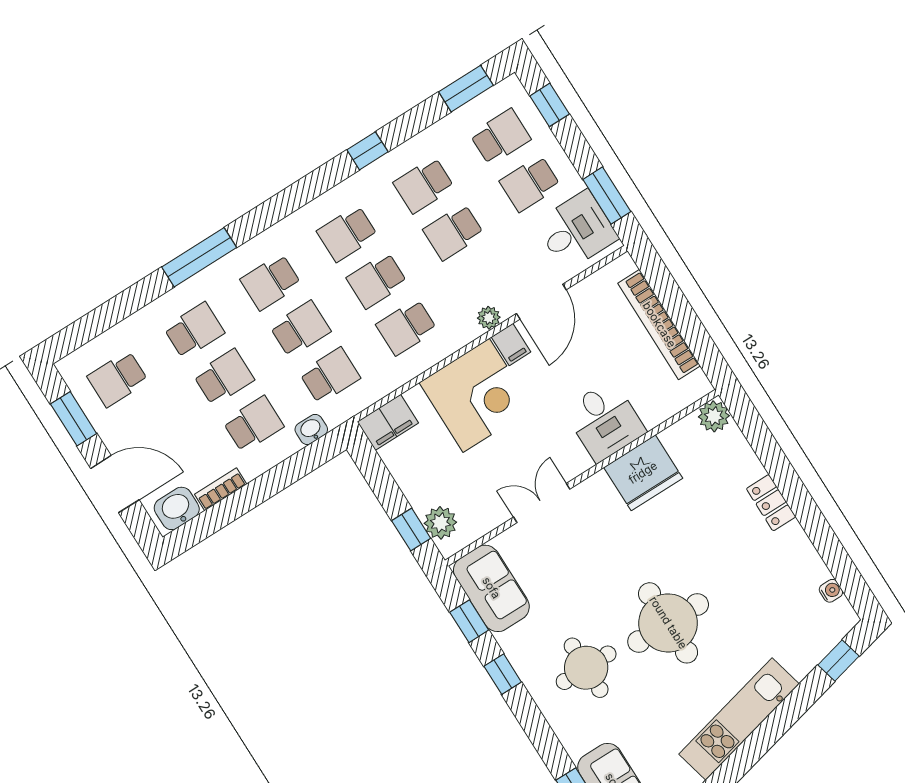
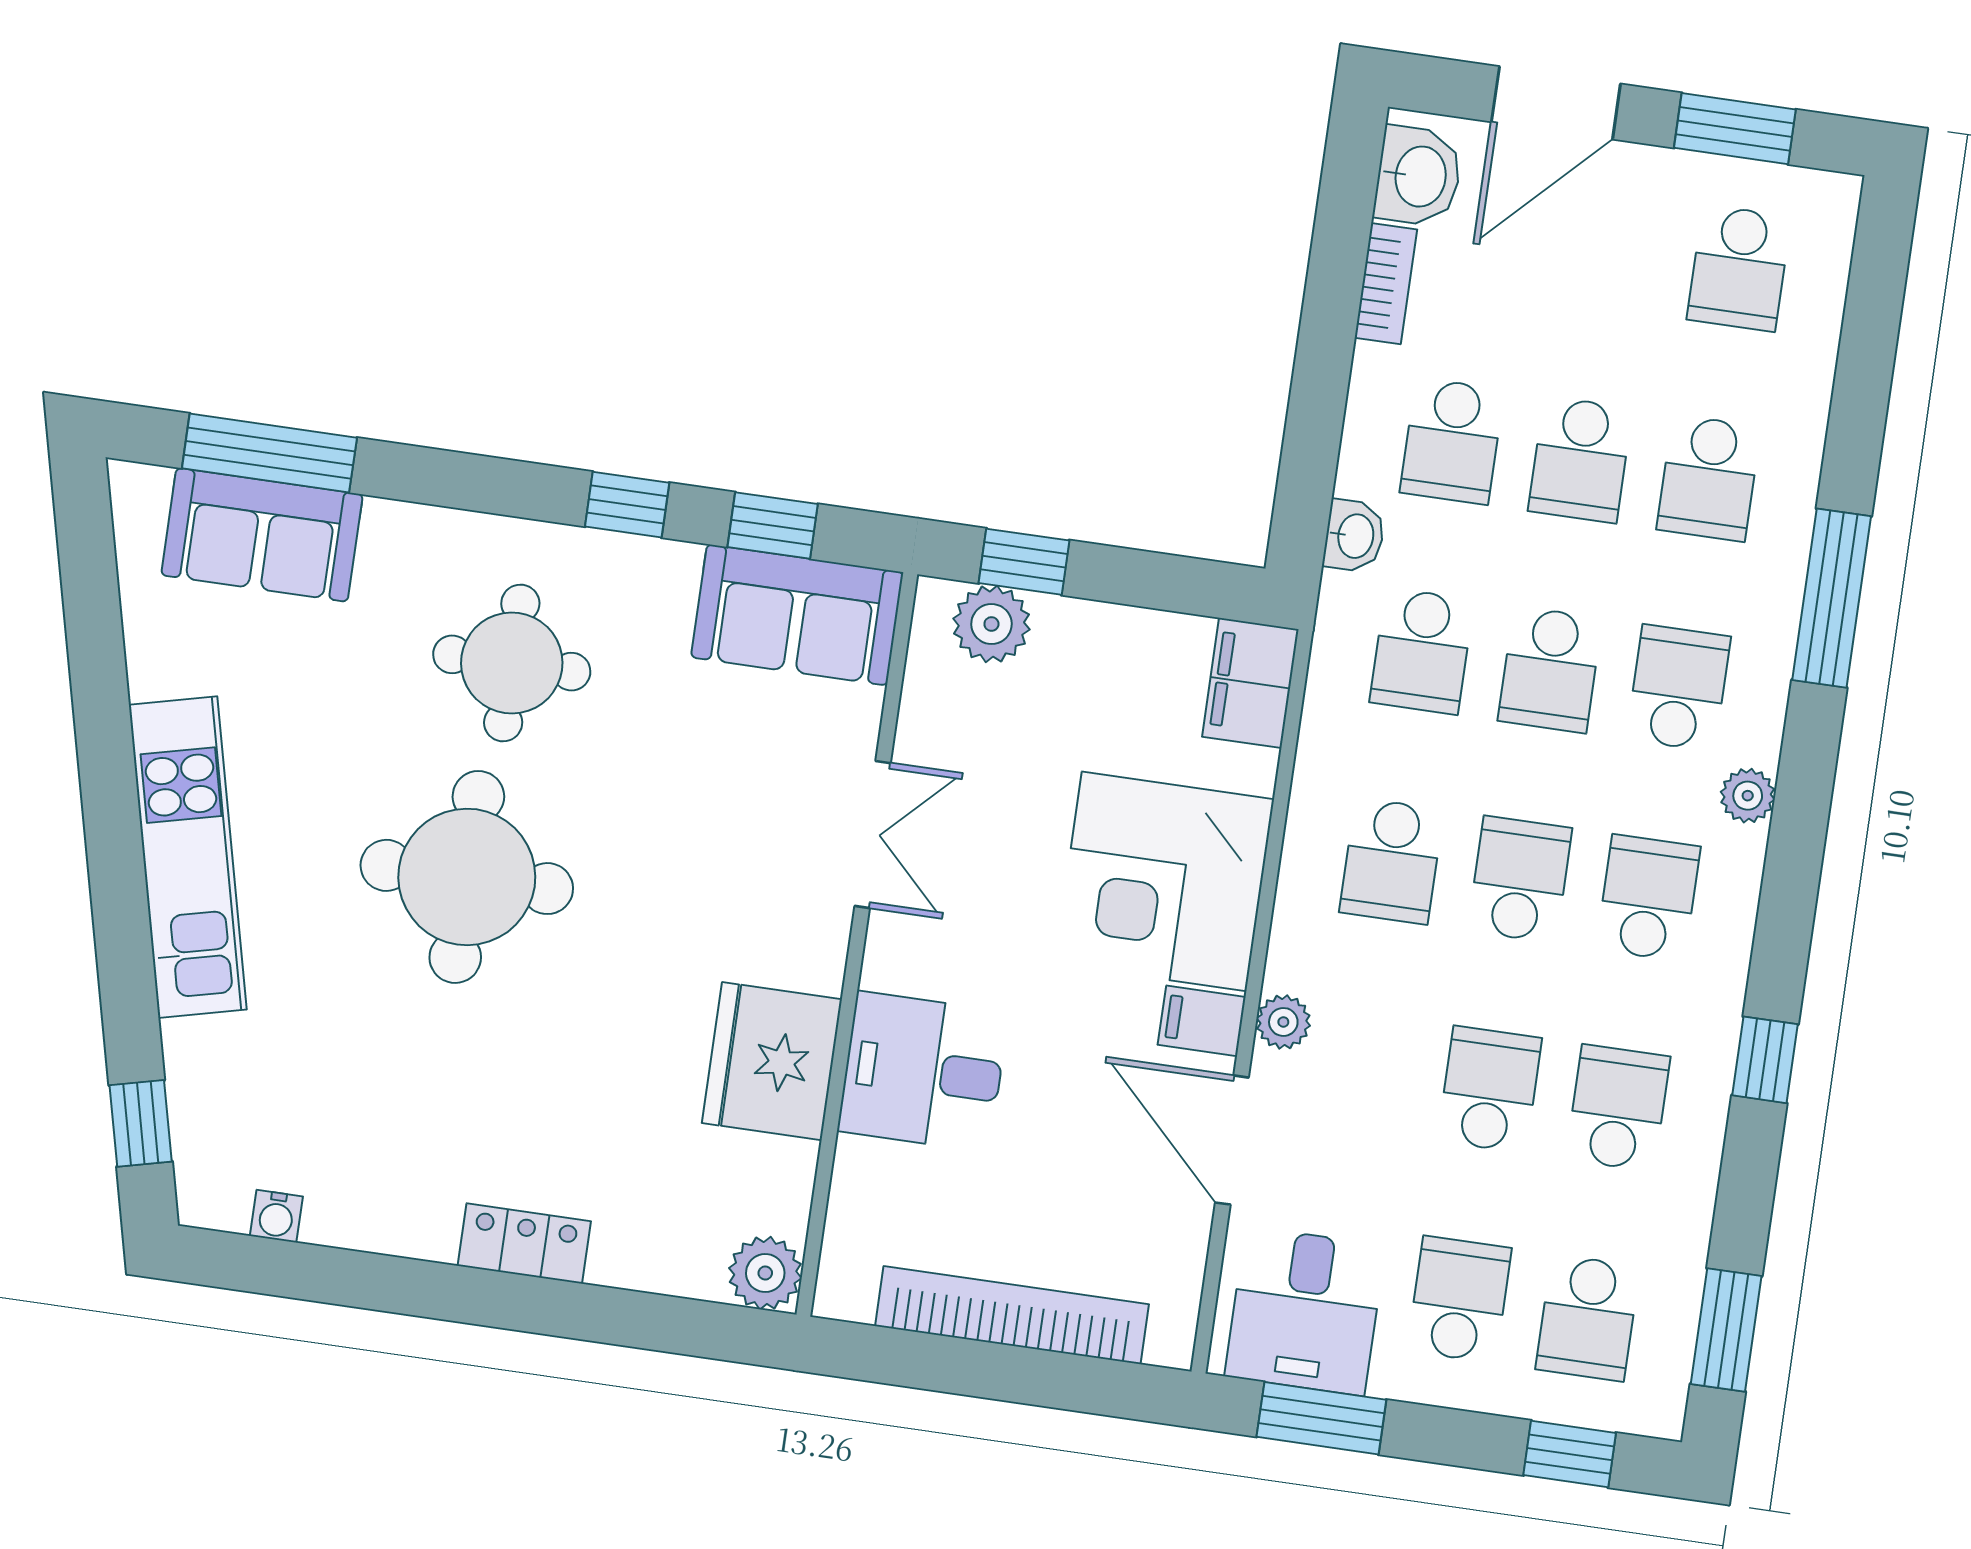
plant: (286, 230) -> (1748, 796), added
school desk: (406, 327) -> (1391, 861), turned 180
school desk: (118, 379) -> (1739, 268), turned 180

